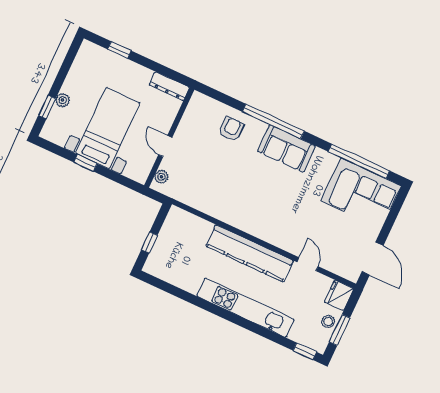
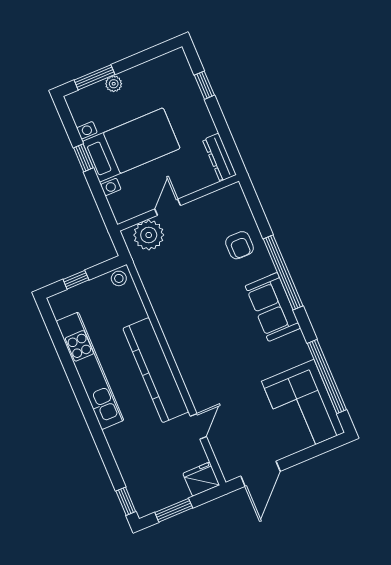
window: (47, 107) -> (95, 77), width x1.50
armchair: (231, 129) -> (239, 245), turned 90
plant: (161, 177) -> (149, 235), width x1.88, depth x1.88
kitchen unit: (245, 308) -> (90, 371), moved
stool: (328, 322) -> (119, 278), moved

